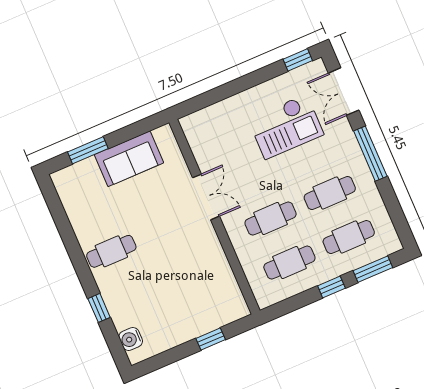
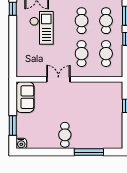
sofa: (129, 159) -> (25, 97), moved
window: (99, 308) -> (89, 152), width x2.17
water cooler: (131, 339) -> (21, 143), moved

